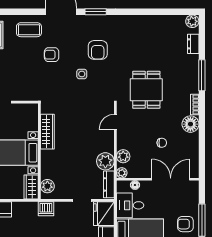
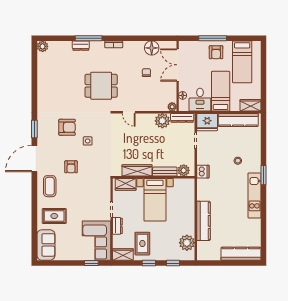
dresser: (193, 44) -> (81, 46), moved
floor lamp: (190, 124) -> (152, 48), moved
plant: (123, 156) -> (158, 106), removed
bench: (46, 164) -> (165, 172), added
wardrobe: (31, 187) -> (126, 184), moved

